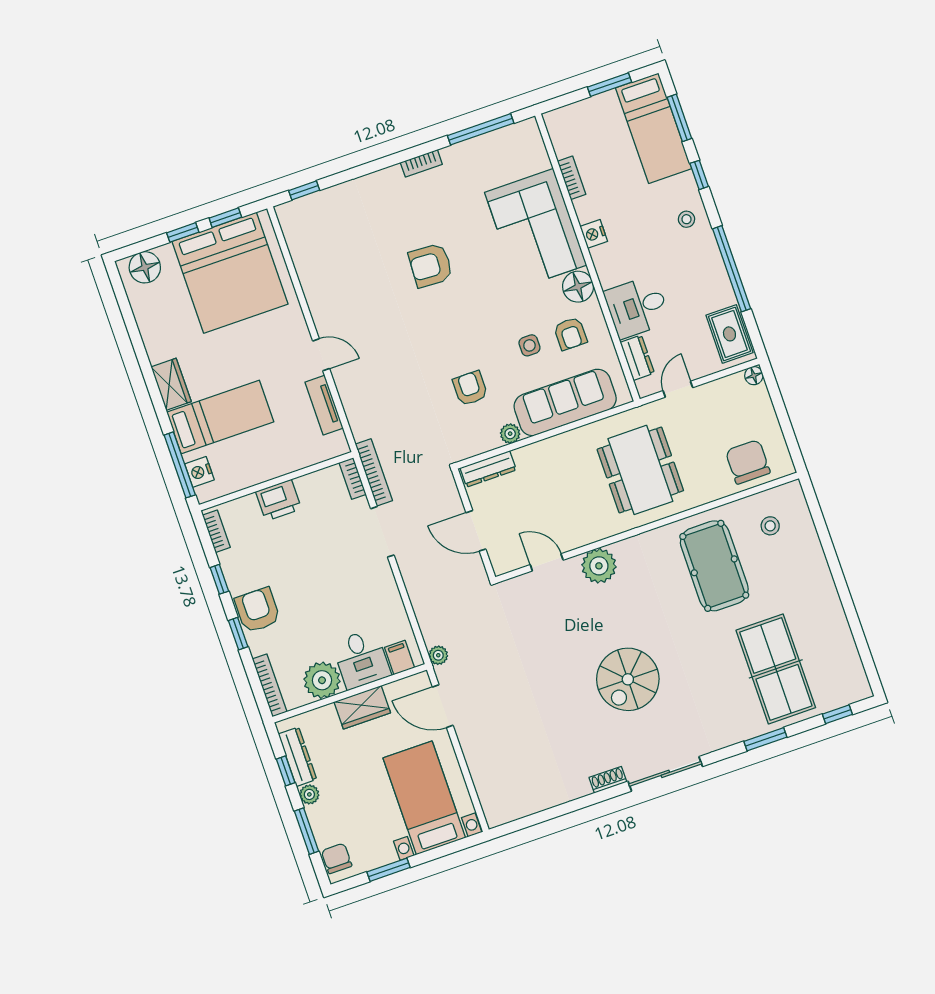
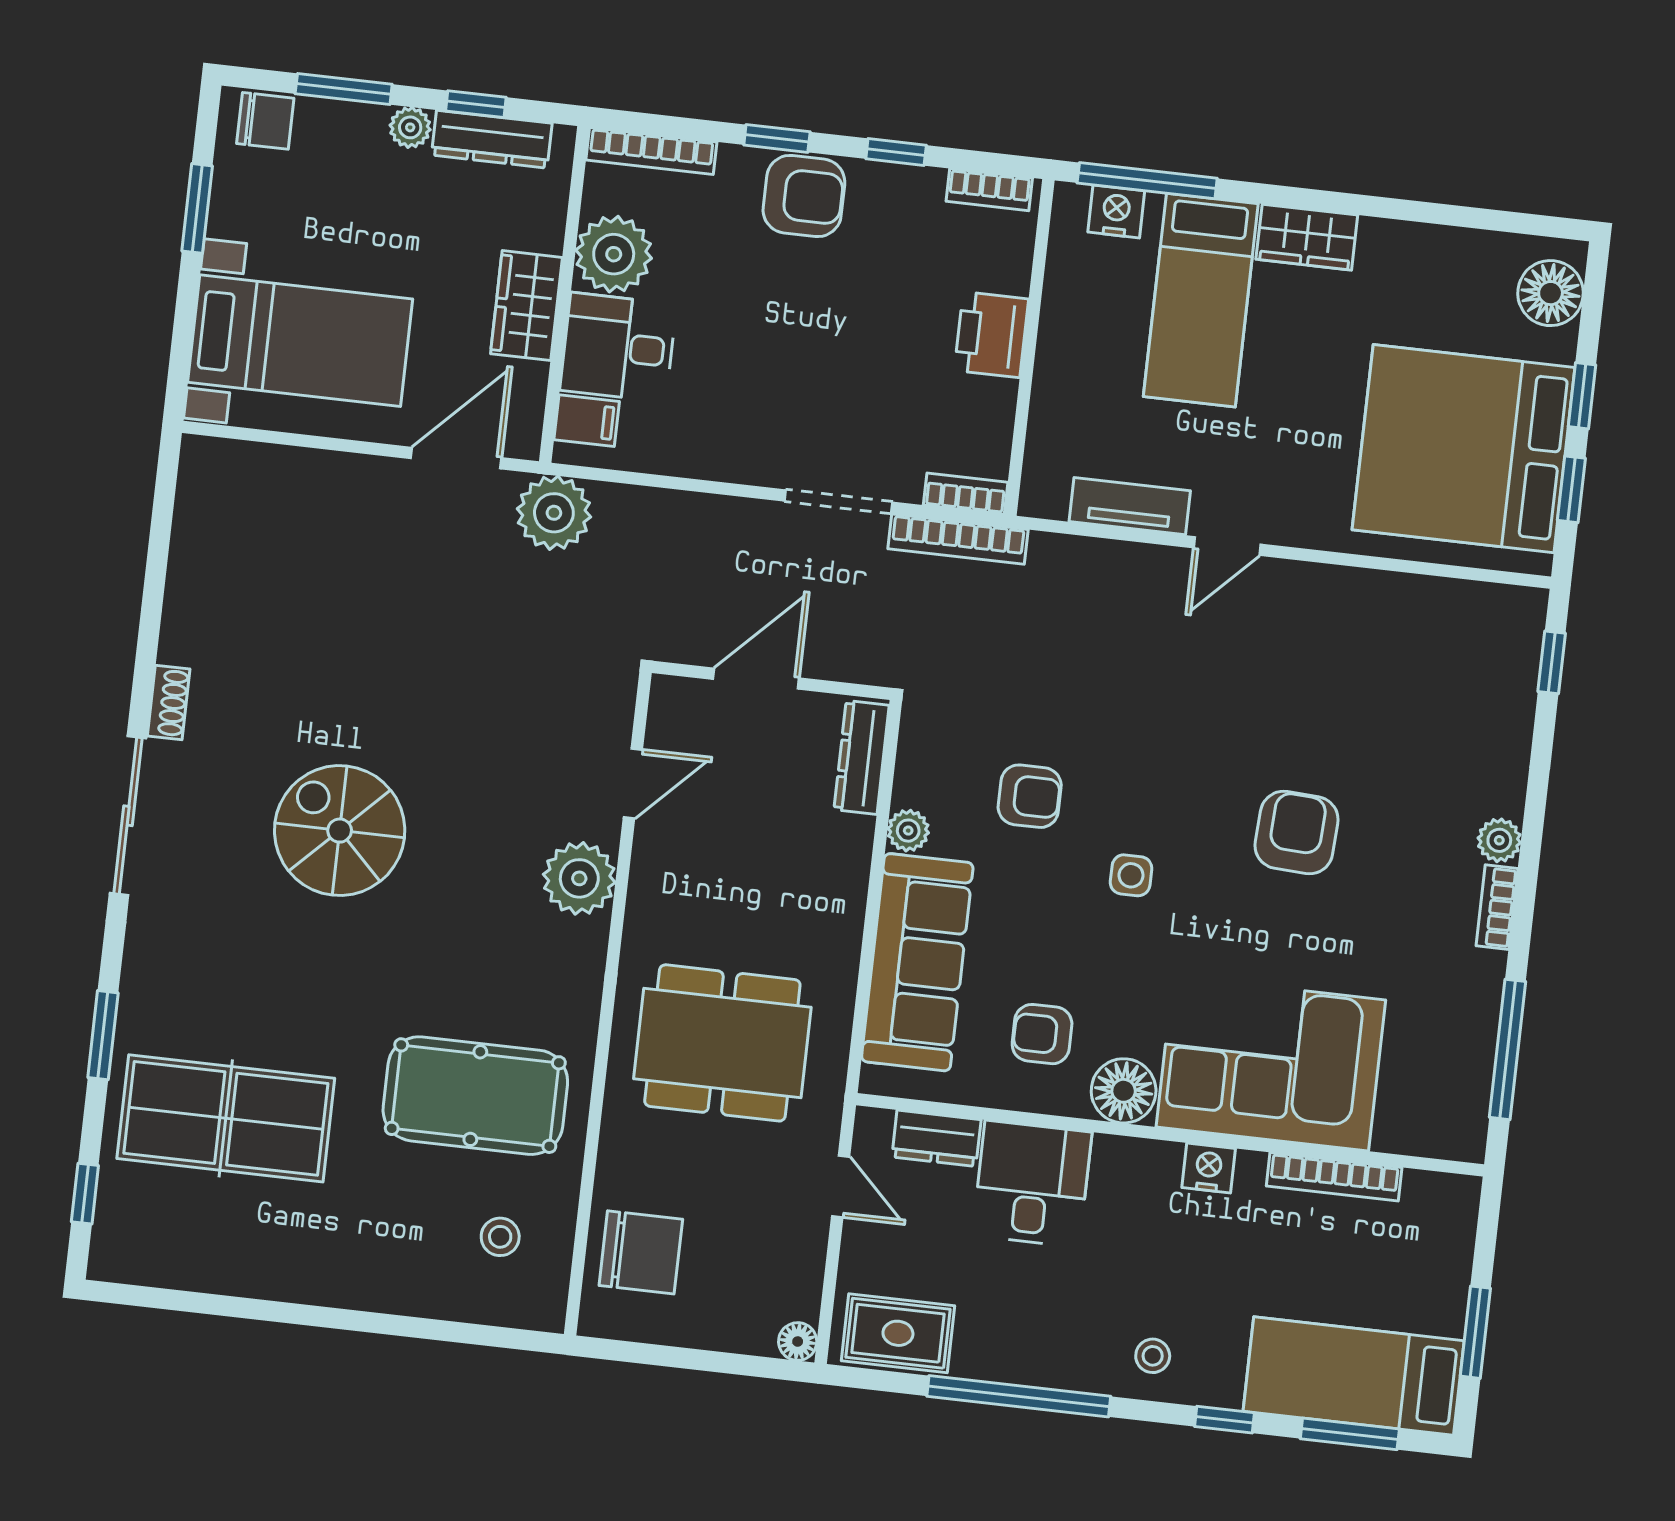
plant: (392, 176) -> (1499, 840), added
bookcase: (572, 178) -> (1334, 1177), width x1.56
side table: (529, 345) -> (1131, 875), moved
plant: (438, 655) -> (554, 513), width x1.88, depth x1.88

